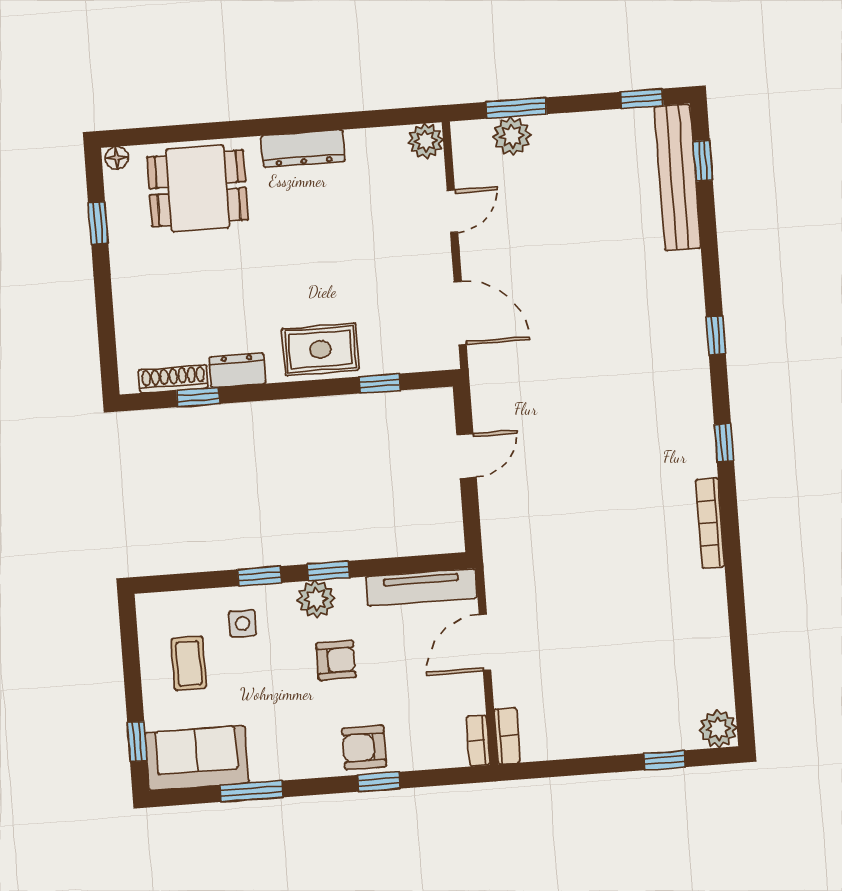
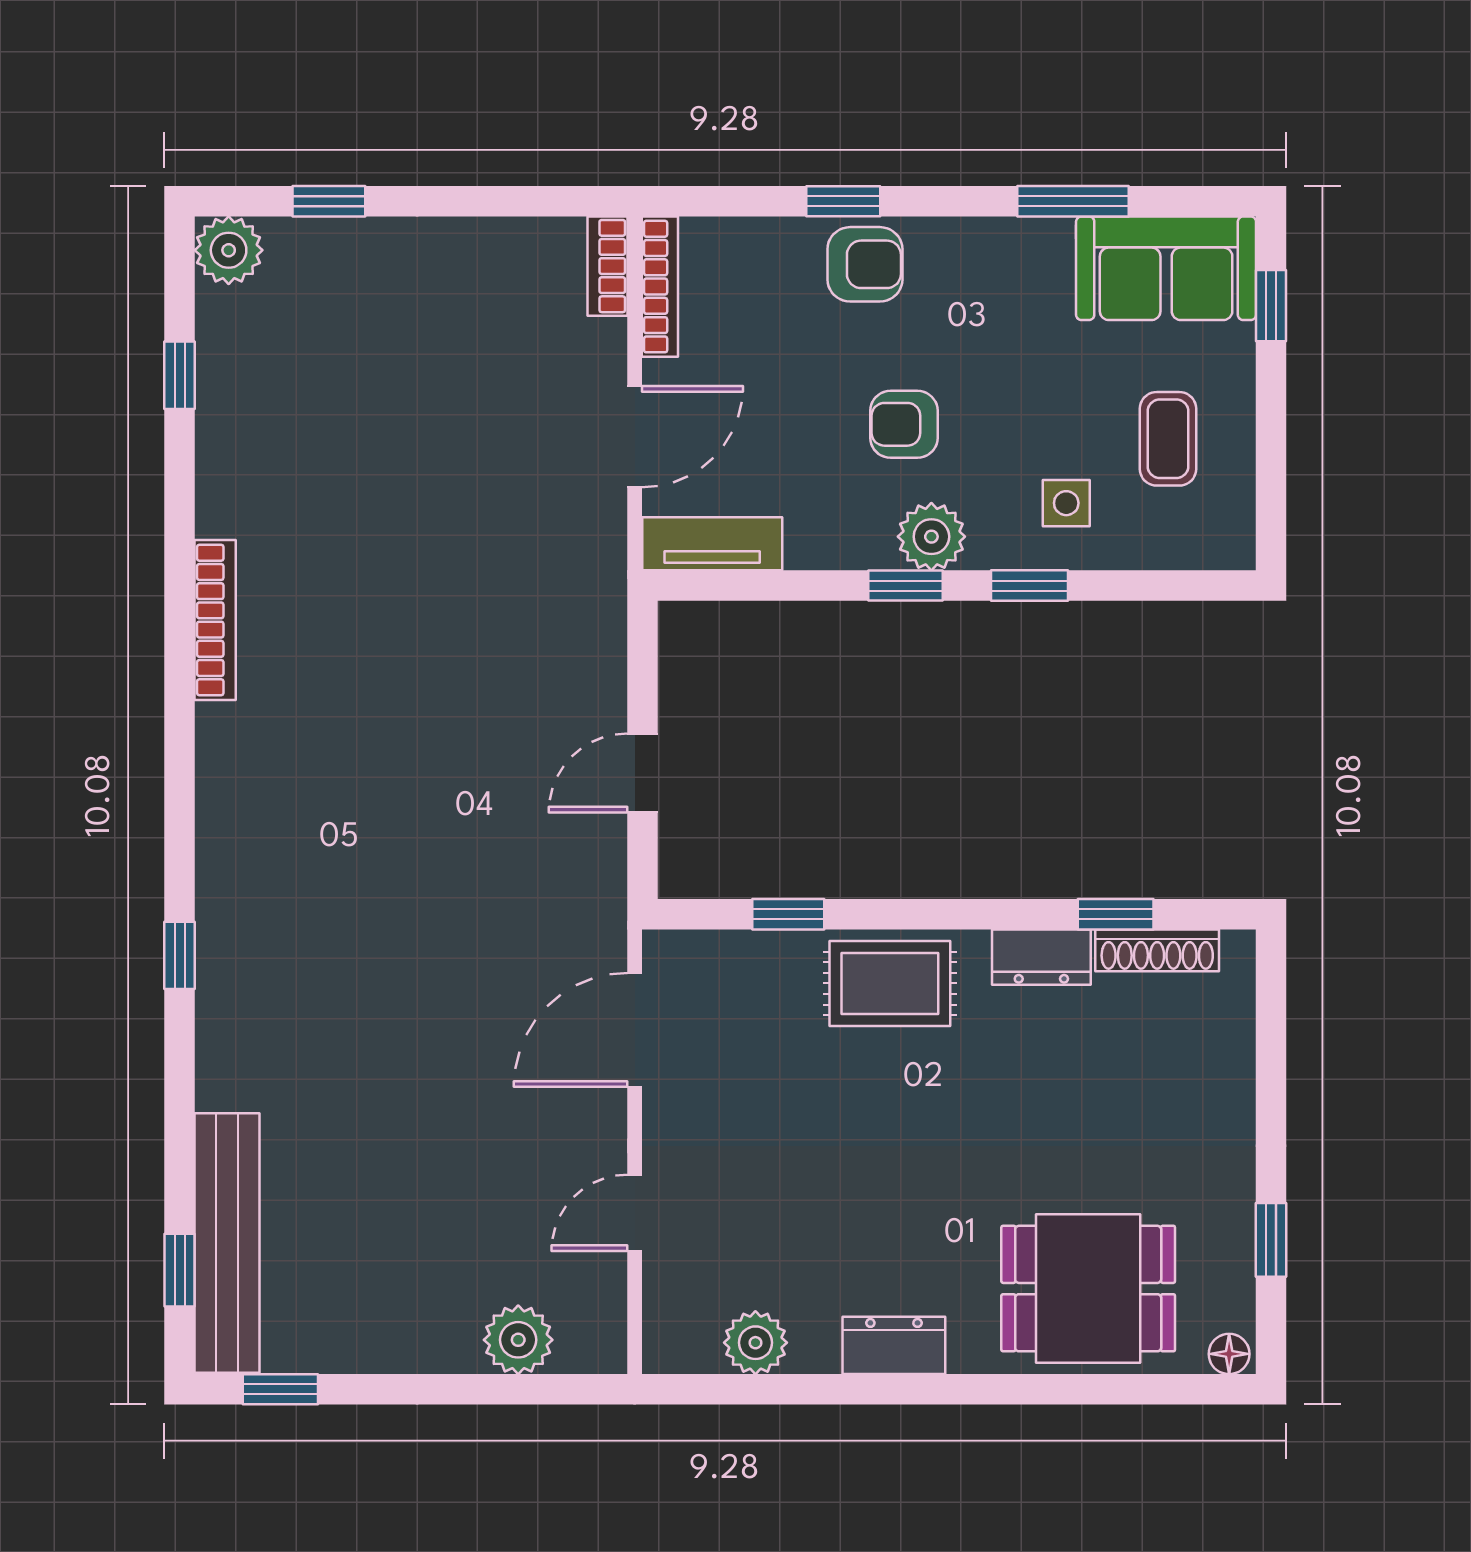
window: (516, 108) -> (506, 1389), removed
plant: (426, 141) -> (755, 1343), moved
dresser: (303, 149) -> (894, 1345), width x0.70
door: (460, 313) -> (635, 1030), hinge flipped
window: (724, 443) -> (180, 375), moved
tv unit: (422, 587) -> (712, 544), width x0.71
bookcase: (478, 741) -> (660, 287), width x1.56

